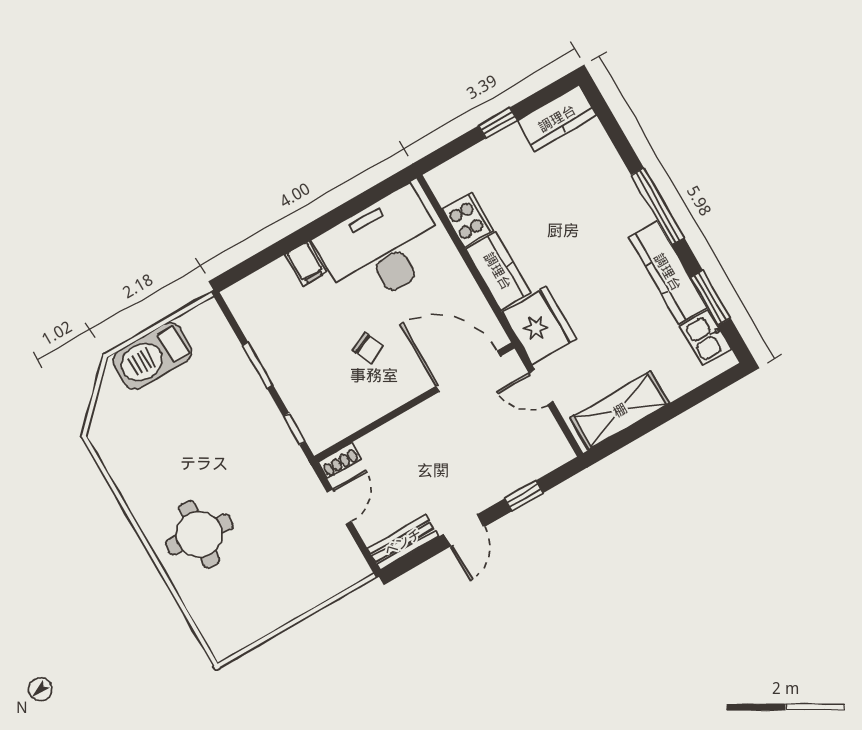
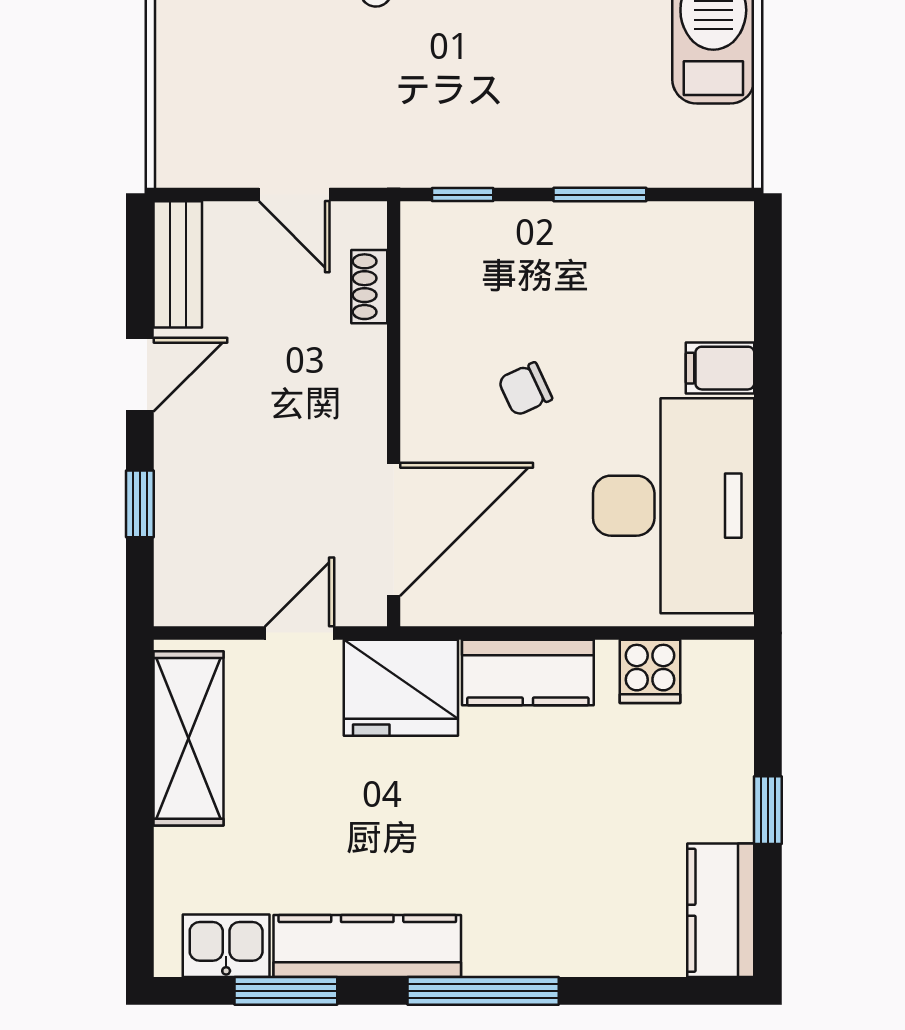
cooker: (468, 220) -> (650, 671), width x0.73
shoe rack: (339, 461) -> (369, 287), moved
door: (464, 530) -> (140, 375), swing flipped

